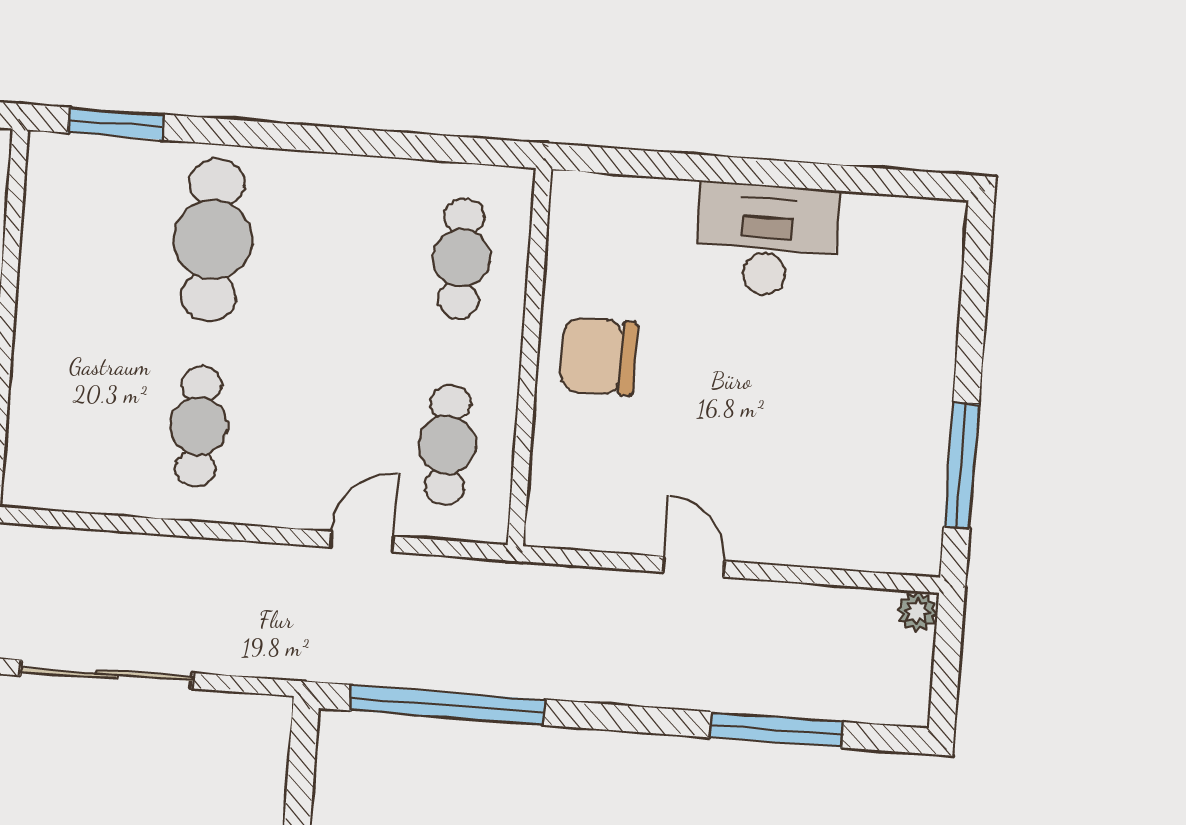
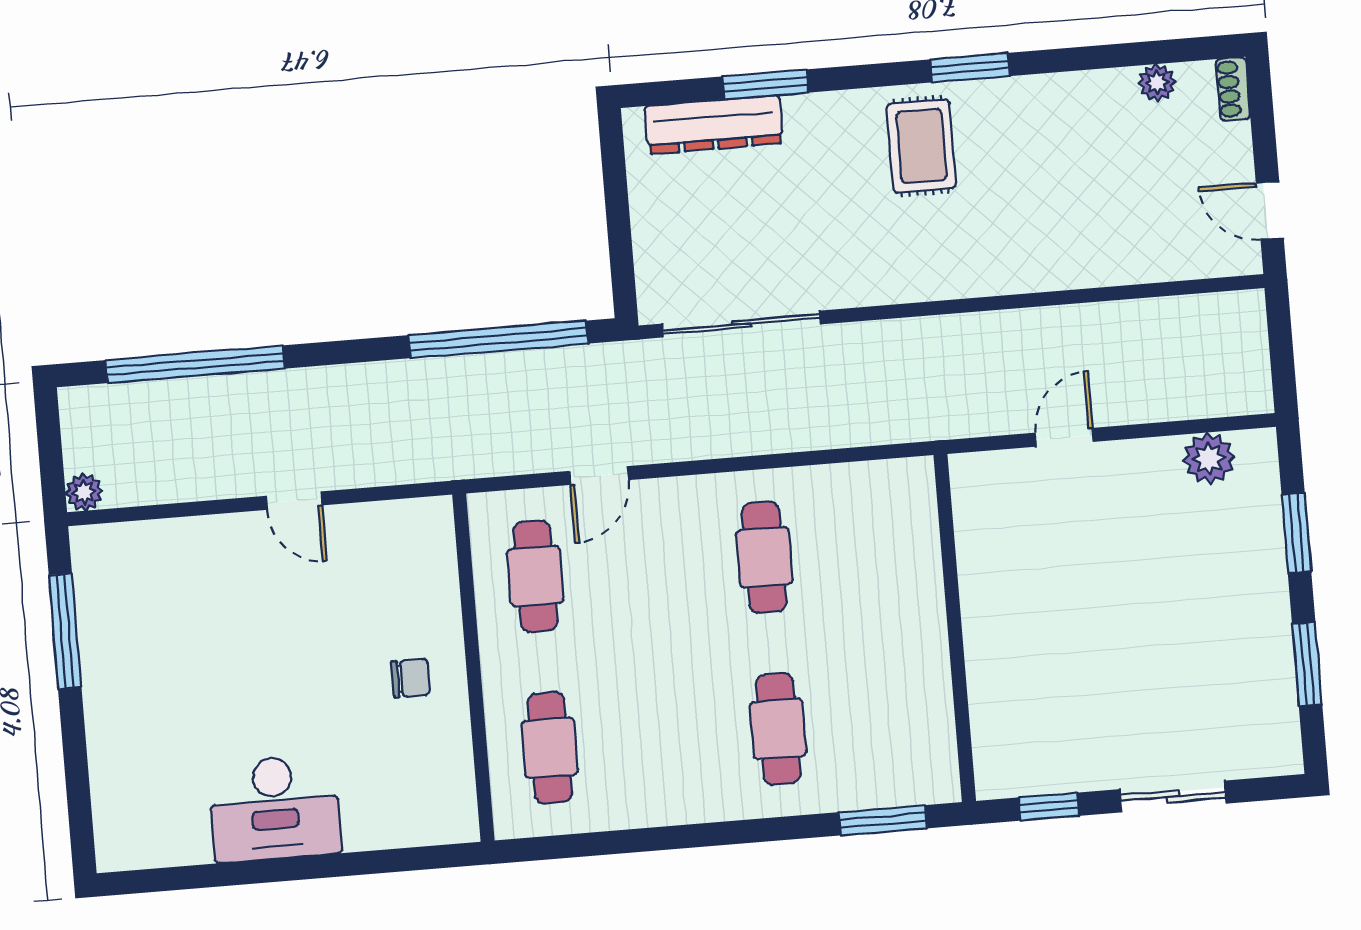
cafe table: (213, 239) -> (778, 729), width x0.73, depth x0.74
chair: (599, 356) -> (411, 678), width x0.54, depth x0.54
sliding door: (106, 674) -> (741, 324), moved
window: (776, 730) -> (195, 364), width x1.46

